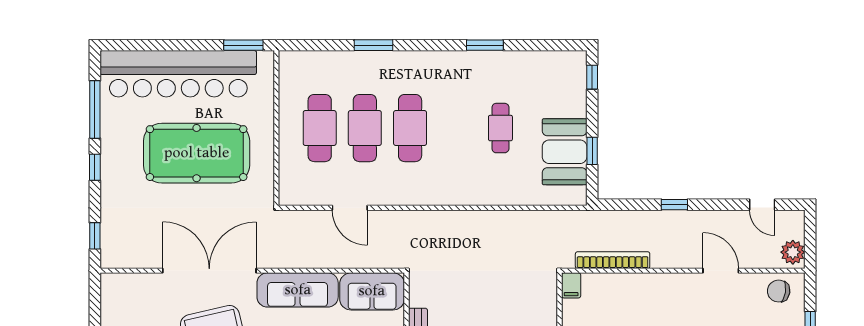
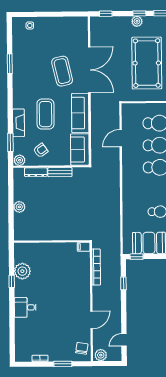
window: (592, 151) -> (137, 257), moved
plant: (111, 172) -> (137, 21), added
window: (674, 205) -> (123, 283), moved

